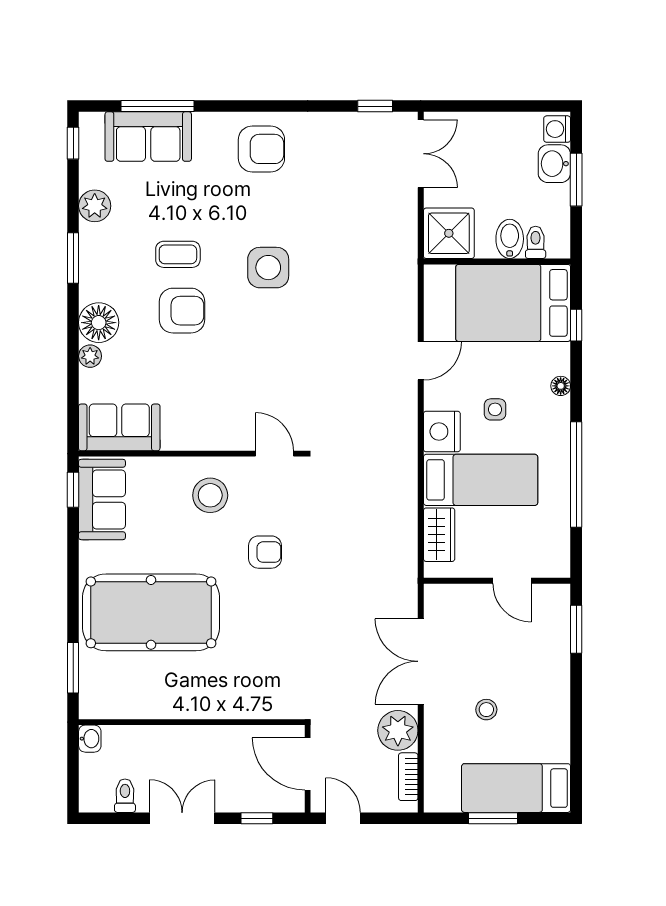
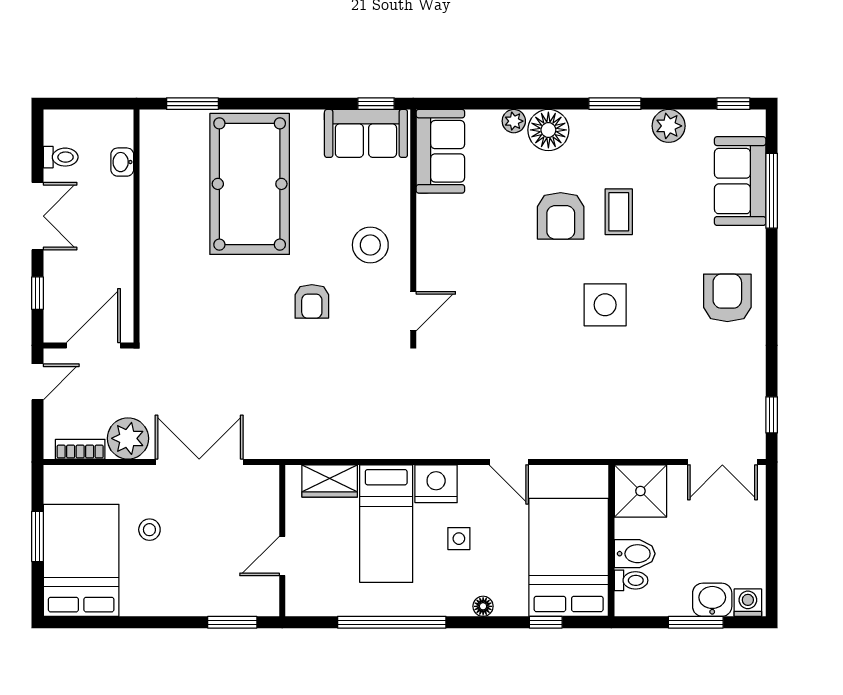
armchair: (261, 149) -> (727, 298), turned 180
washbasin: (90, 739) -> (122, 162), moved, turned 90
bed: (516, 788) -> (81, 560), width x1.50

